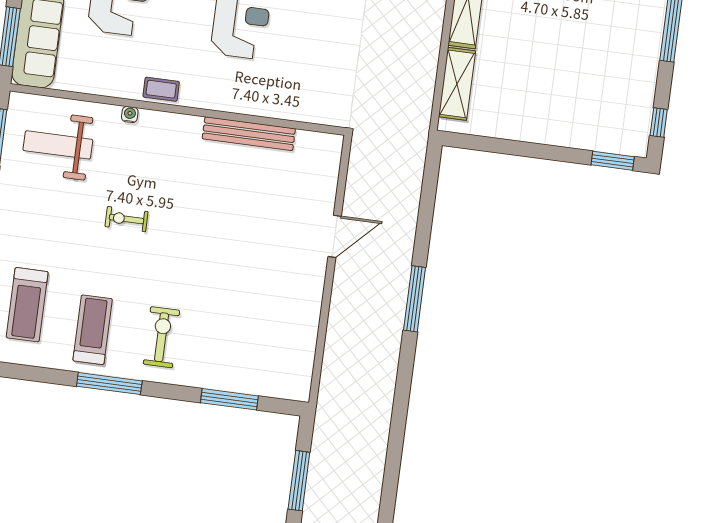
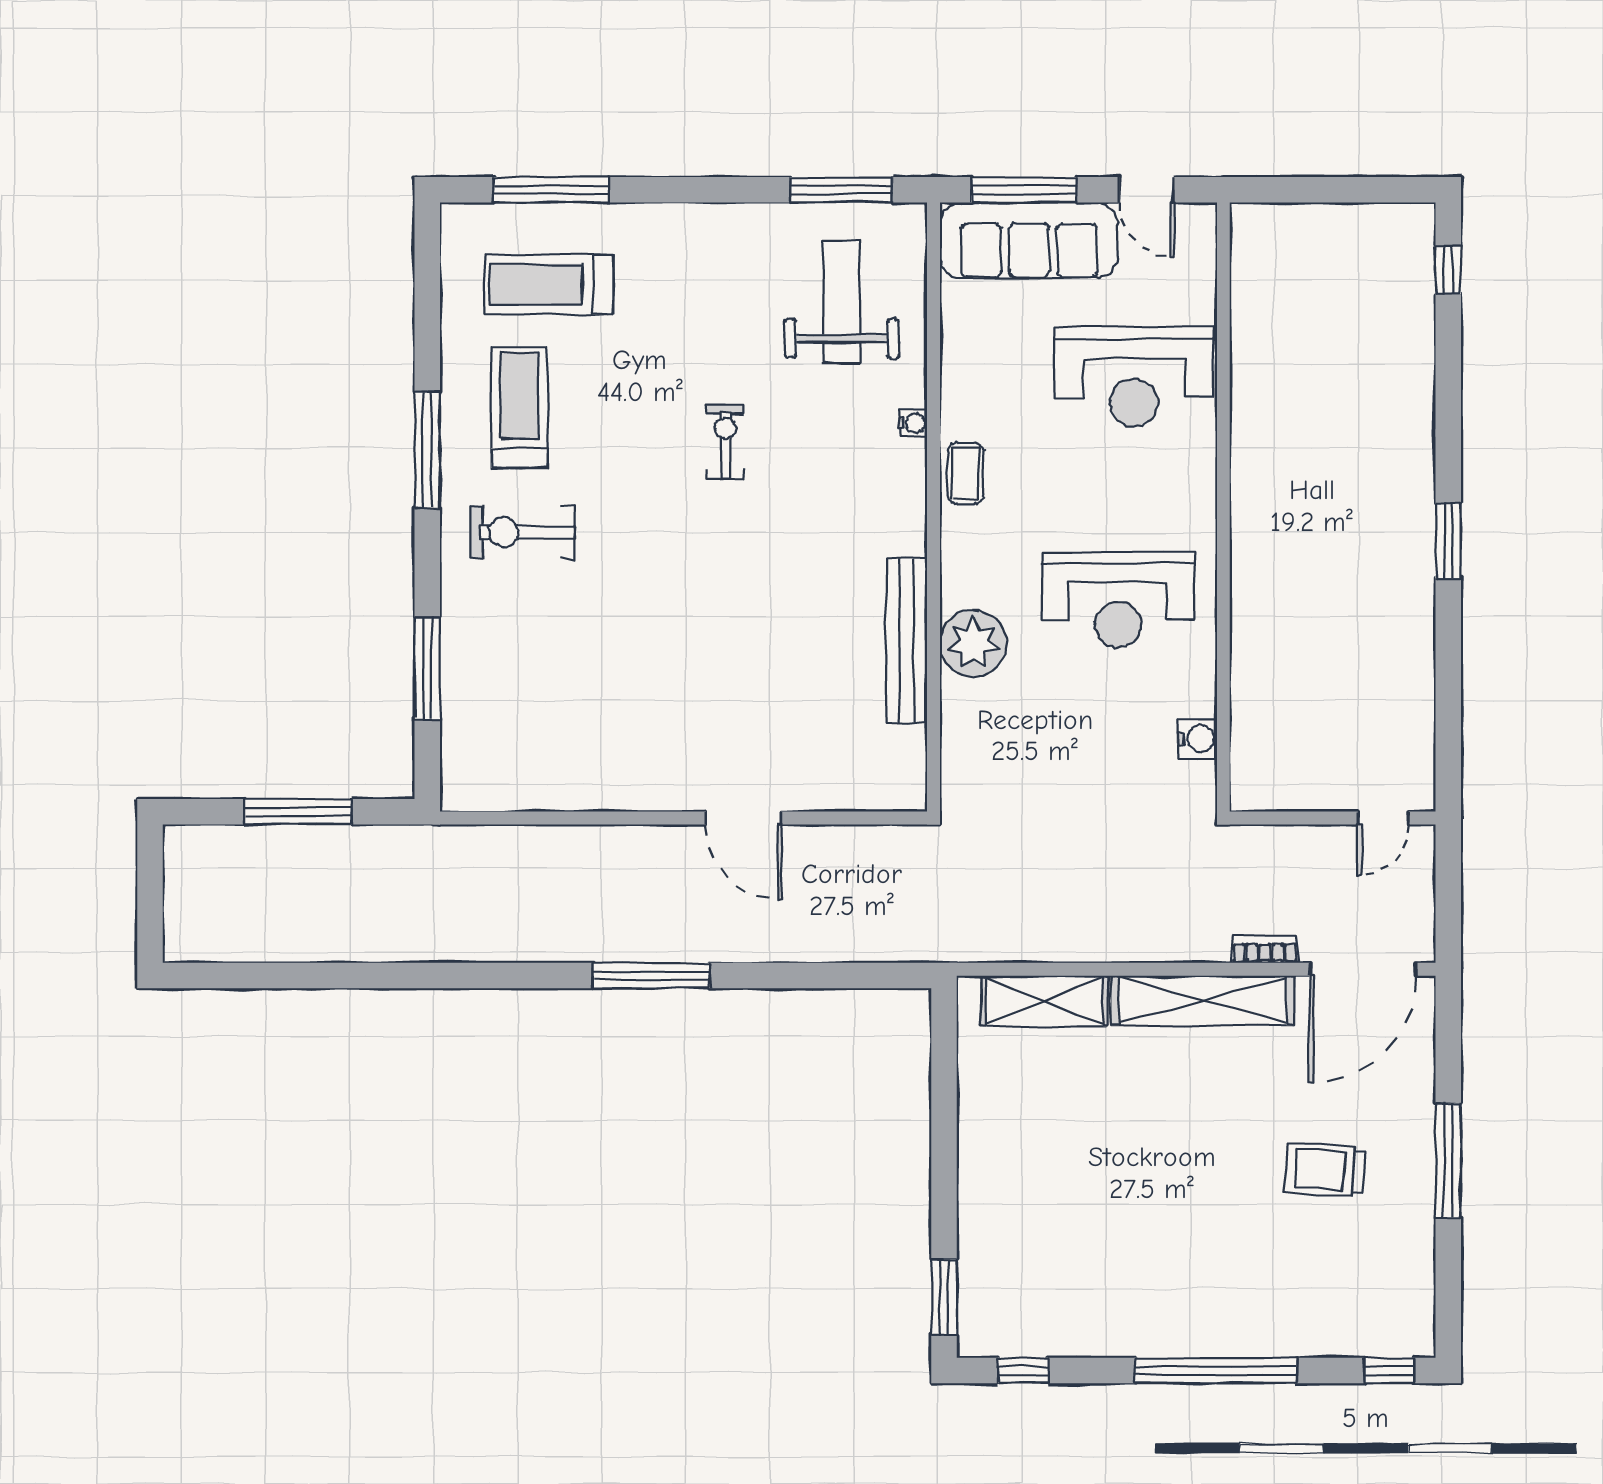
plant: (255, 97) -> (973, 643), added
treadmill: (93, 330) -> (519, 407), turned -90
exercise bike: (161, 337) -> (522, 532), turned 180

